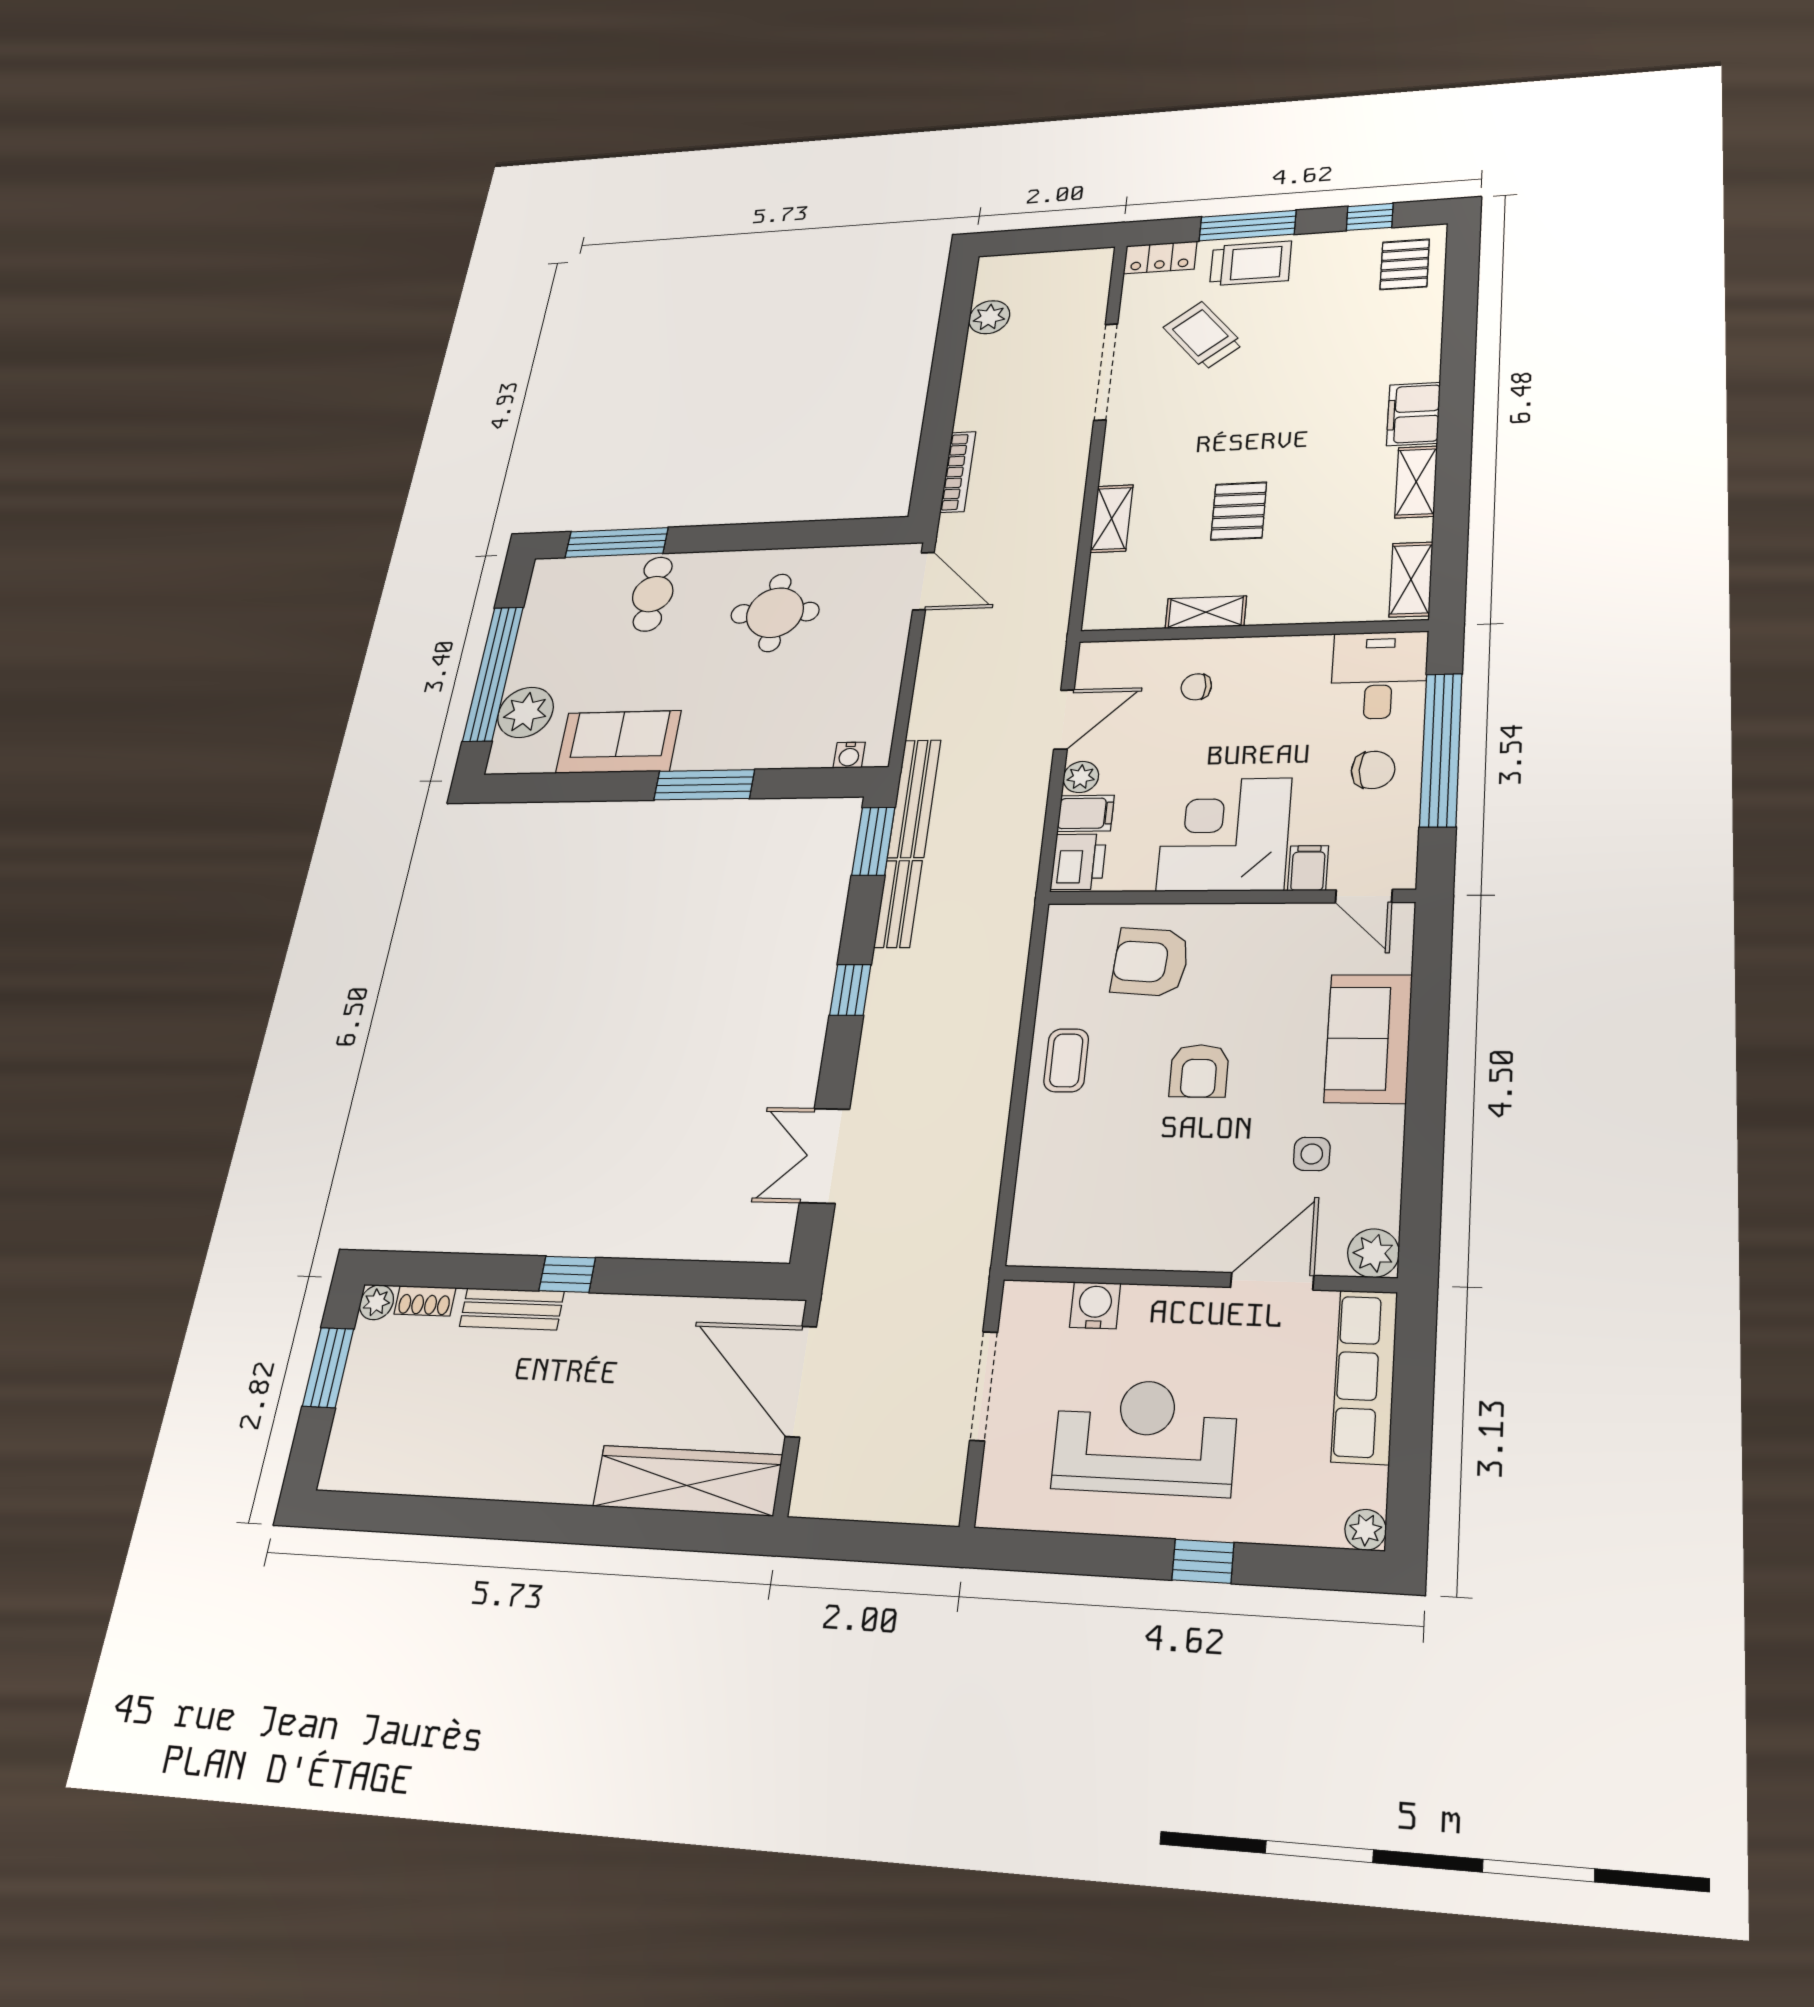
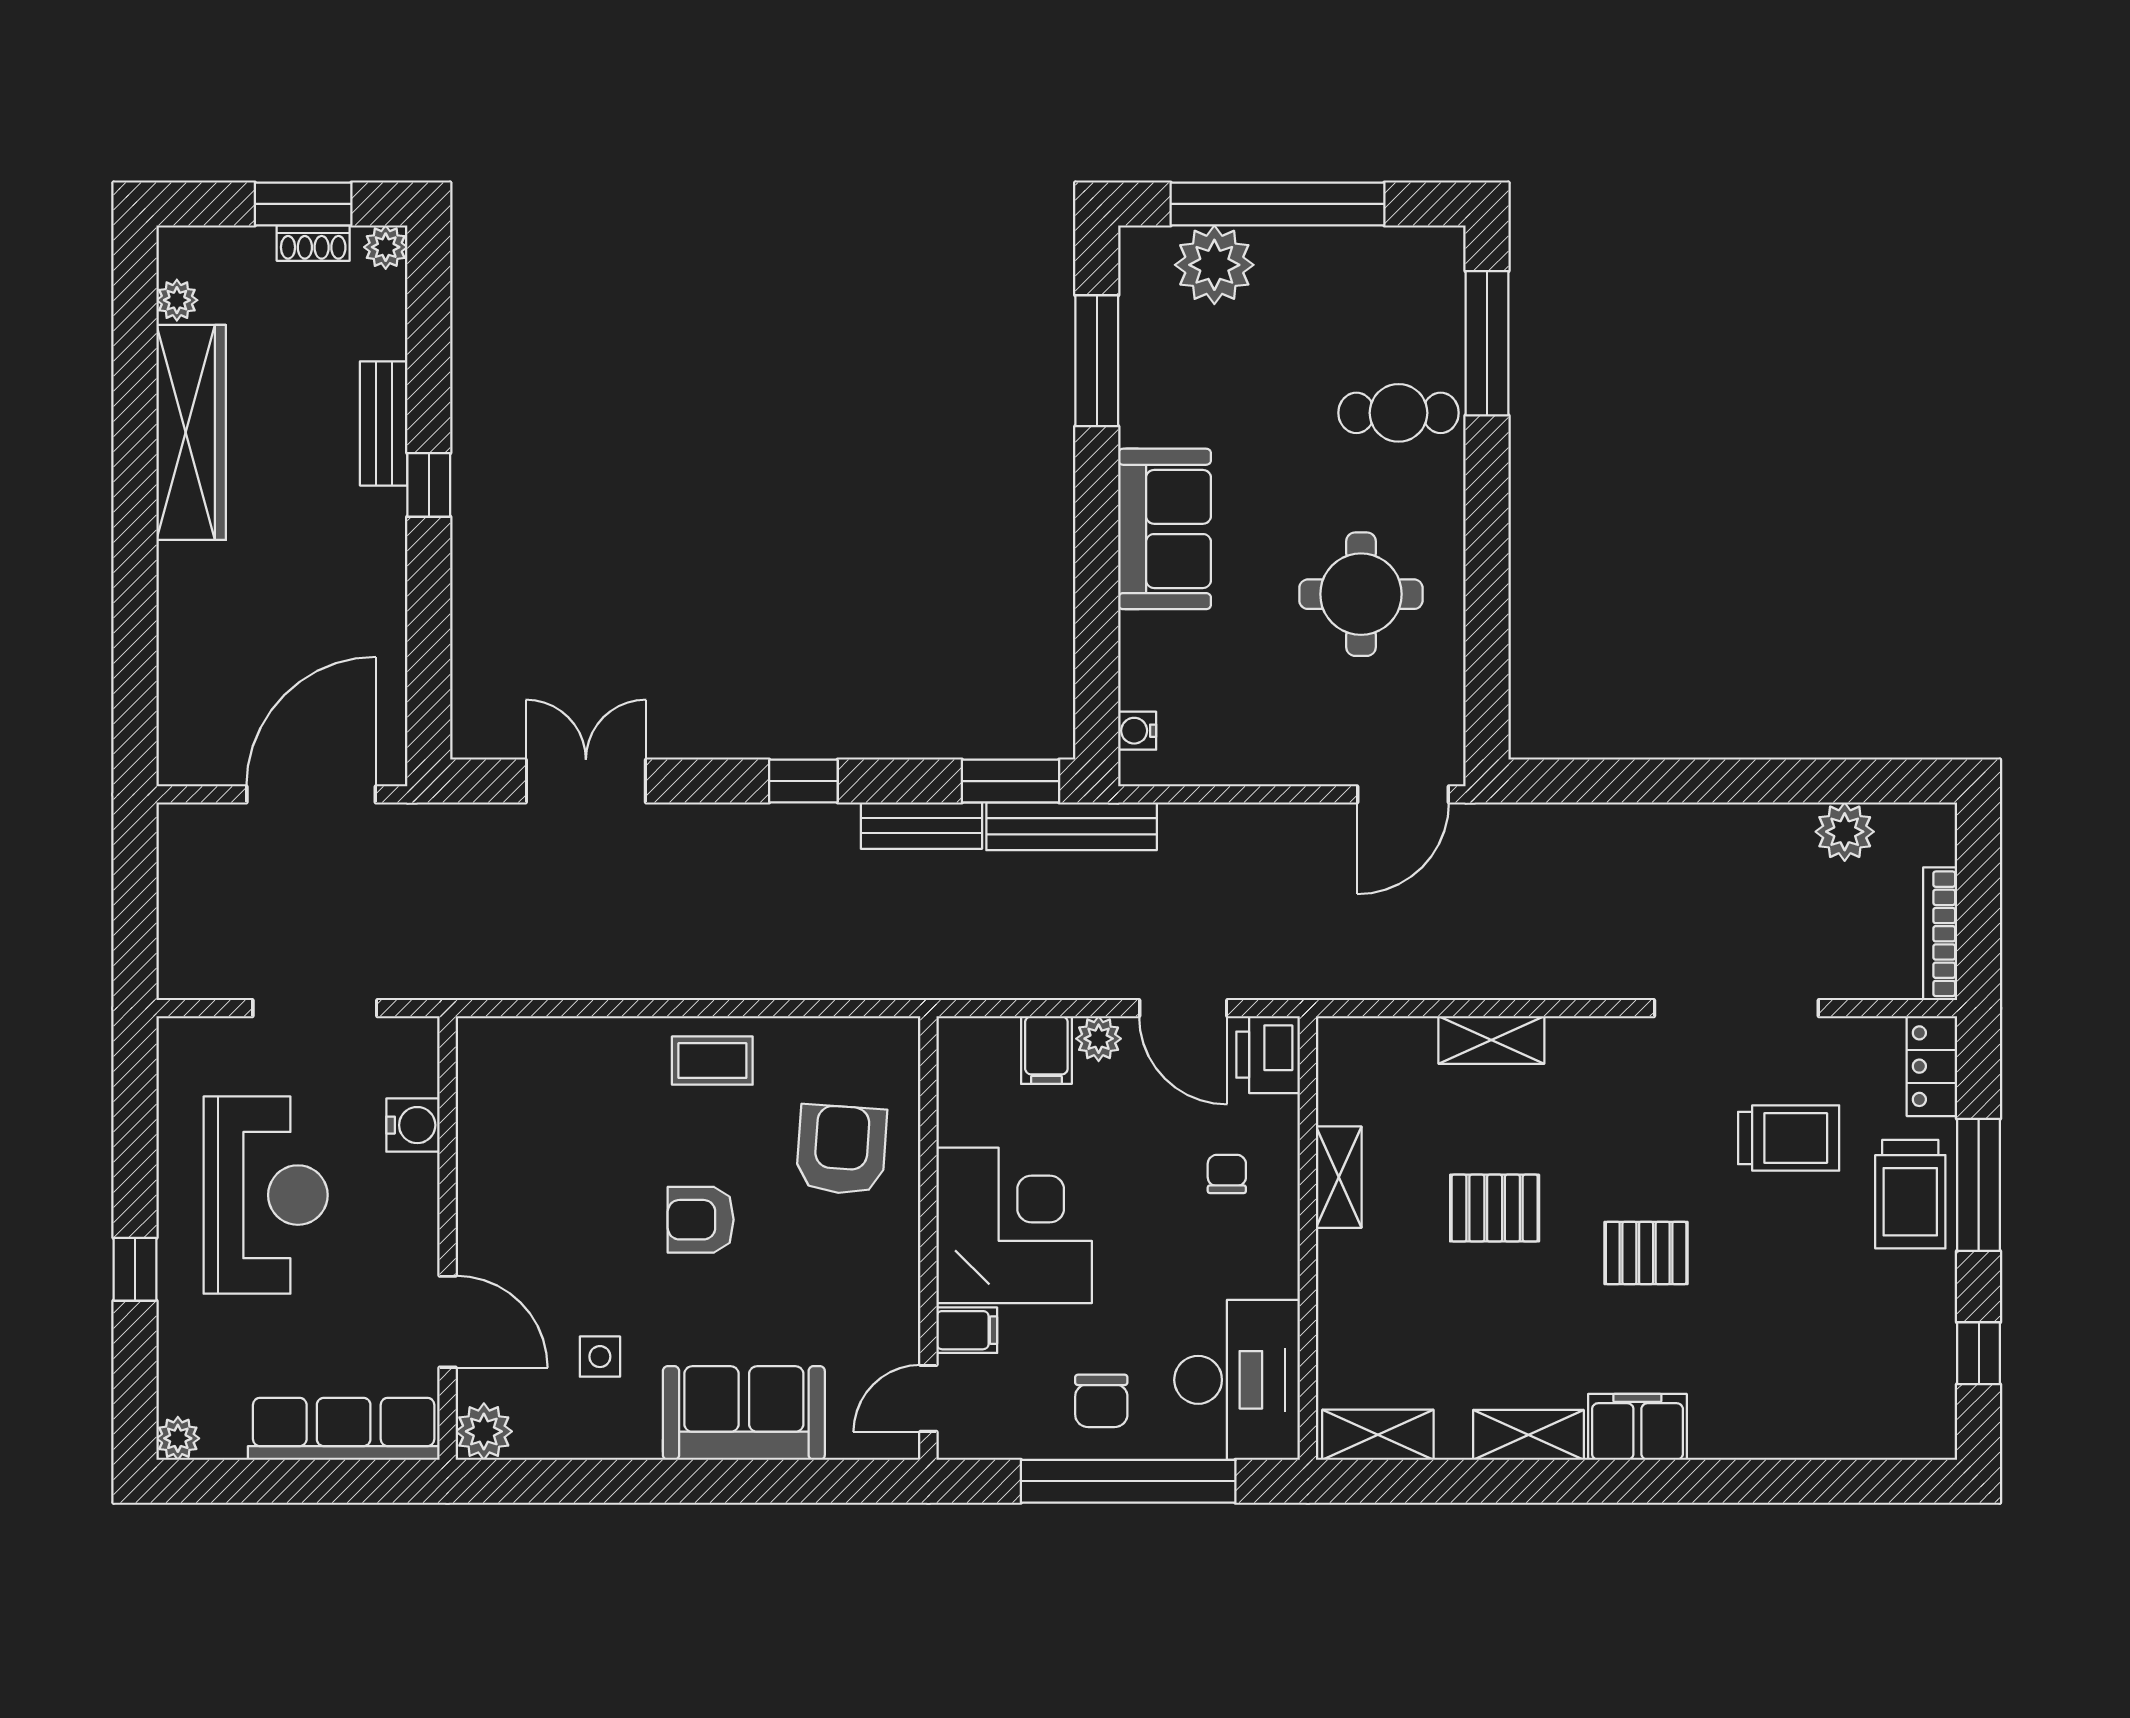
pallet: (1405, 264) -> (1646, 1253), moved
trolley: (1203, 336) -> (1789, 1138), turned 39
bookcase: (958, 472) -> (1940, 934), moved, turned 90
desk: (1379, 675) -> (1237, 1380), width x1.37
sofa: (618, 742) -> (1165, 529), moved
window: (704, 785) -> (1097, 361), moved
printer: (1078, 862) -> (1268, 1055), moved, turned 90
shoe rack: (425, 1301) -> (313, 243), moved, turned -90
plant: (378, 1476) -> (177, 300), added
wardrobe: (687, 1481) -> (191, 432), moved

